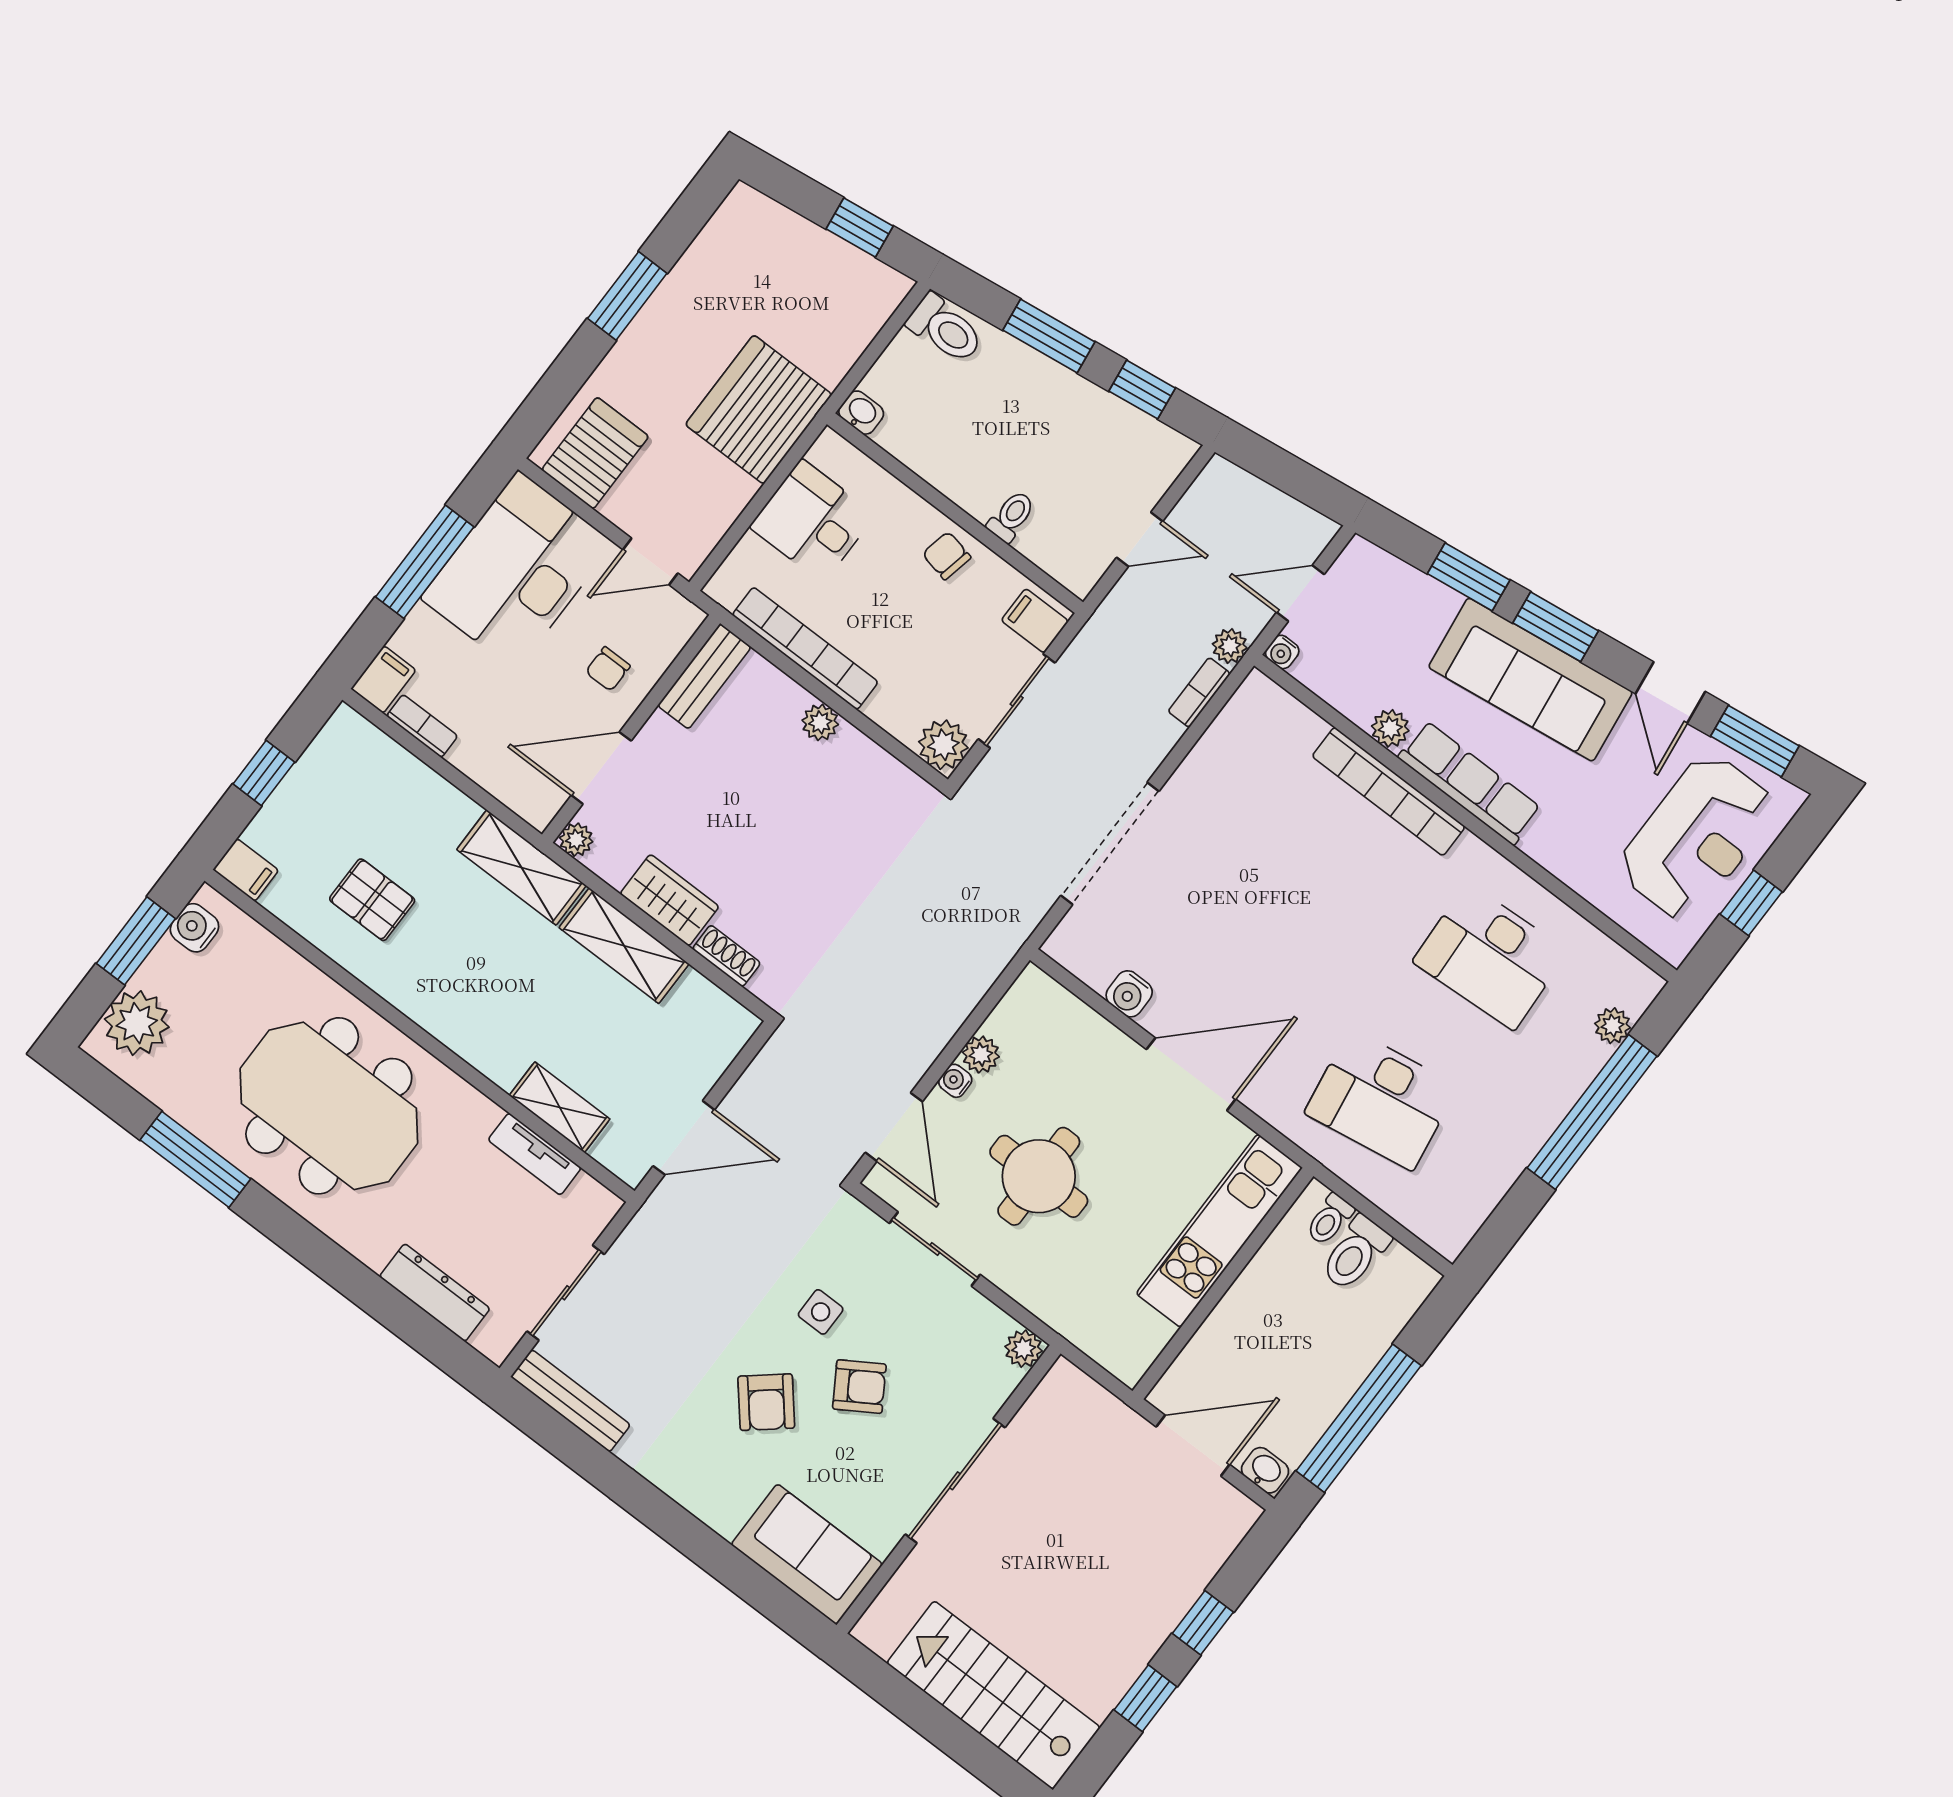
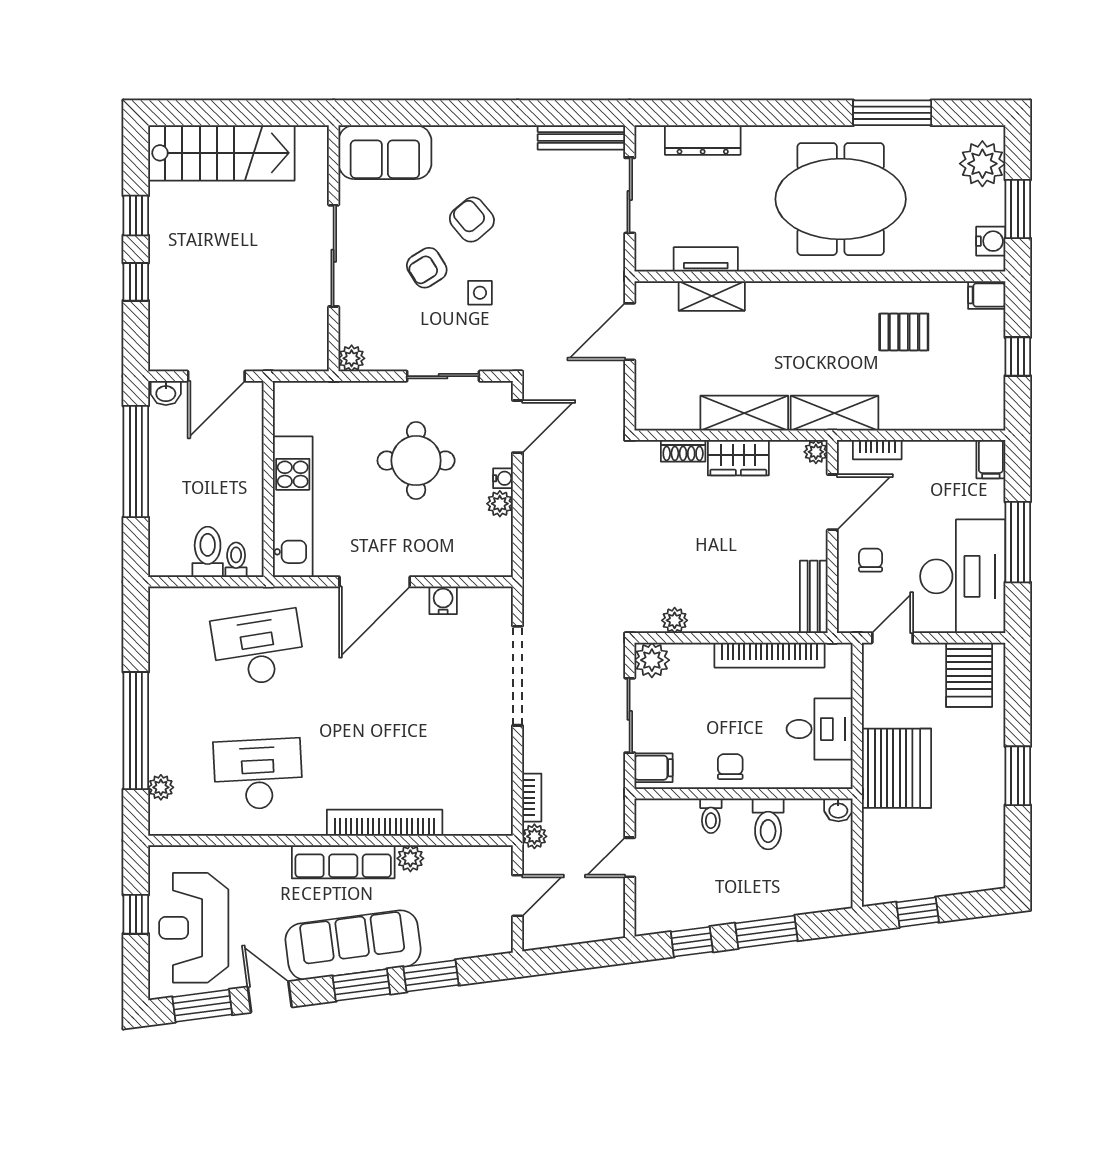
toilet: (945, 329) -> (768, 824), moved, turned -90
chair: (947, 556) -> (730, 767), turned -102
water cooler: (1282, 652) -> (503, 855), removed
plant: (820, 722) -> (675, 620), moved
bookcase: (422, 726) -> (877, 450), moved
door: (894, 1127) -> (518, 427), swing flipped

